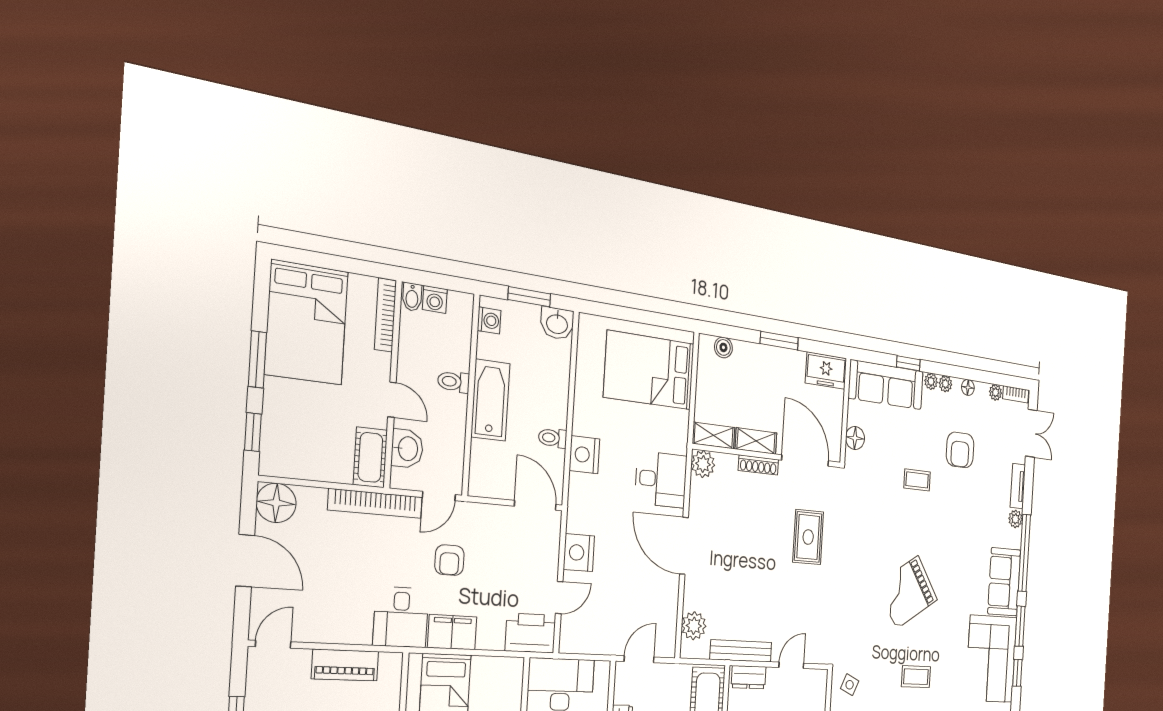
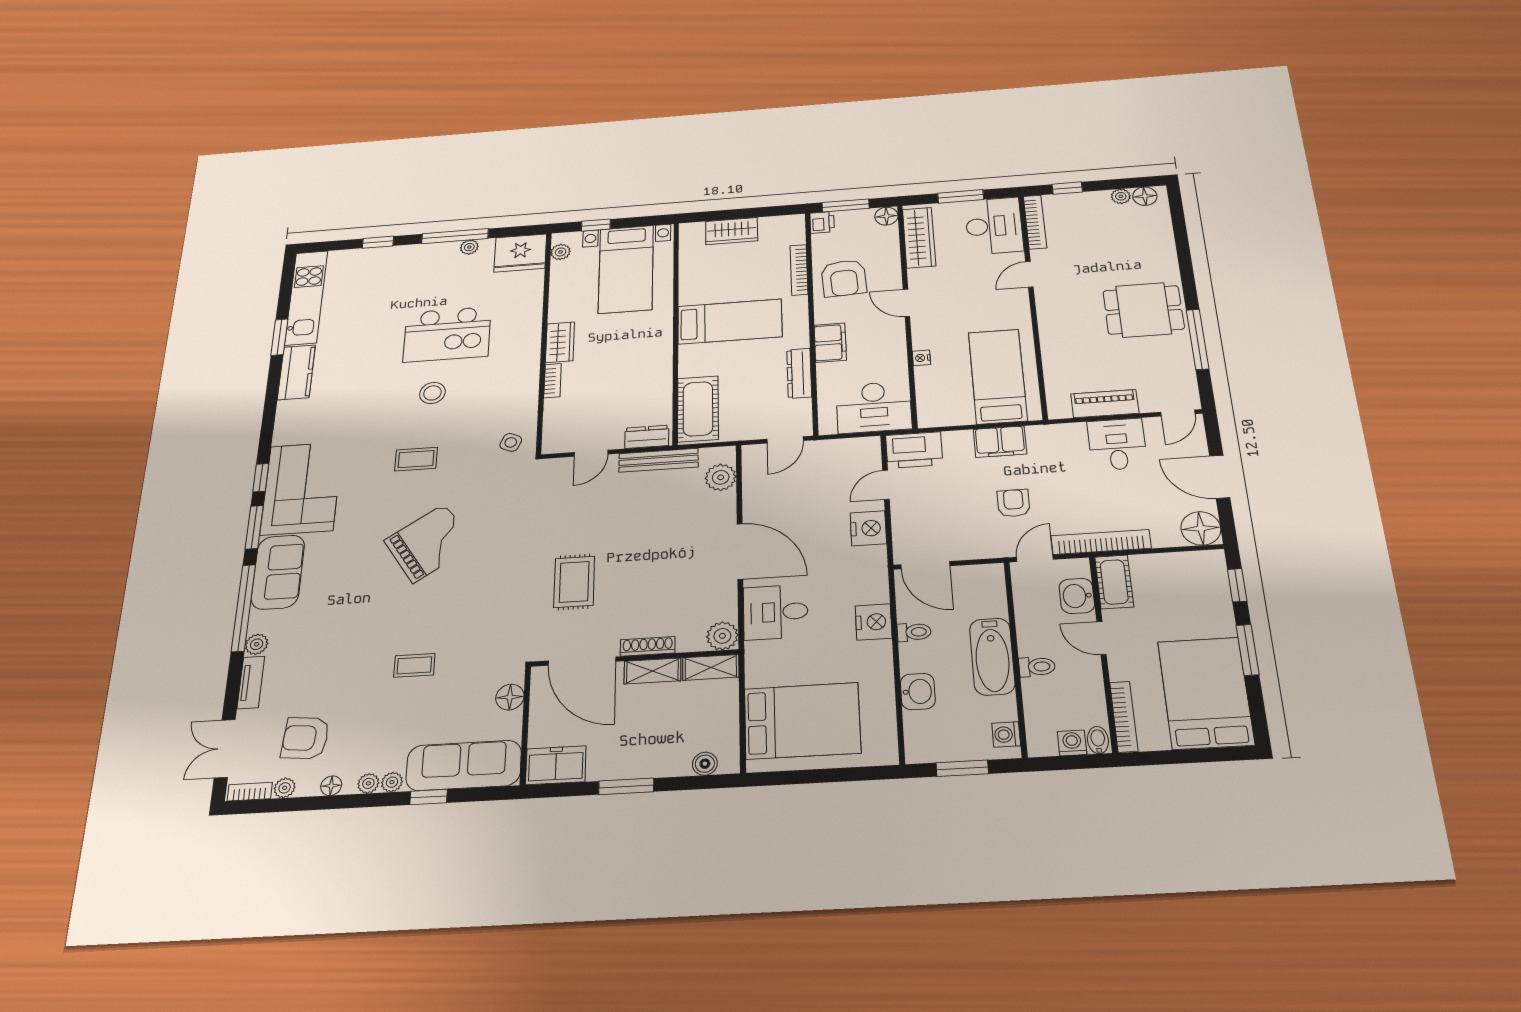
washbasin: (557, 323) -> (918, 692), moved, turned 90
armchair: (960, 450) -> (305, 738), moved, turned -85
desk: (401, 617) -> (1117, 444), moved

